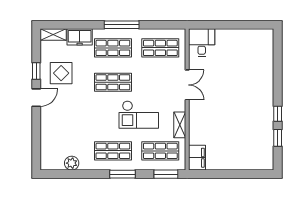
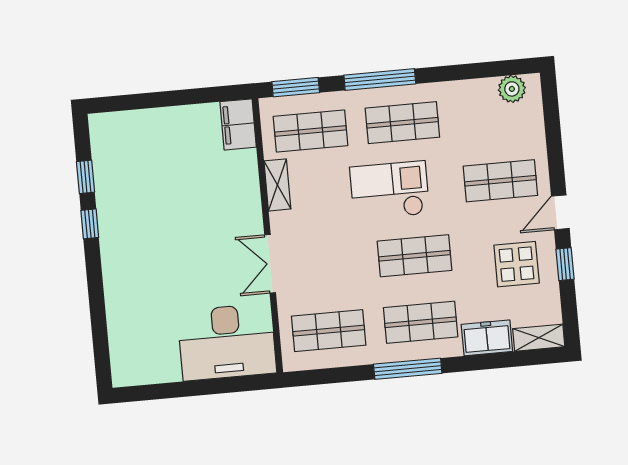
desk: (202, 43) -> (227, 342), width x1.87, depth x1.30
checkout: (139, 115) -> (390, 190), moved
shop shelf: (65, 117) -> (500, 181), added
plant: (72, 163) -> (512, 89), moved
window: (122, 174) -> (380, 79), width x1.44

